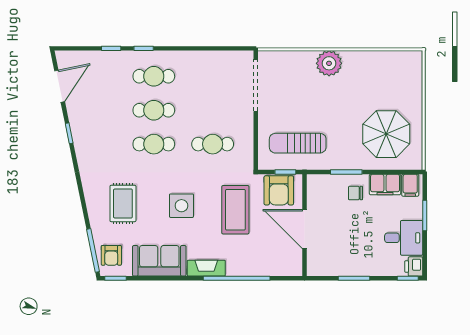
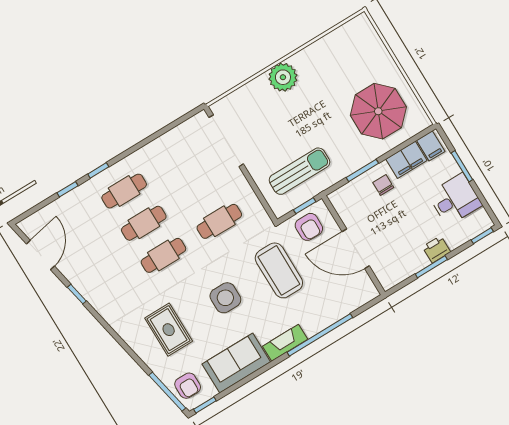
sun lounger: (298, 143) -> (299, 171), turned 180
armchair: (279, 190) -> (309, 227), width x0.72, depth x0.72
chair: (355, 193) -> (383, 185), turned 90
printer: (414, 266) -> (436, 249), moved, turned 90

